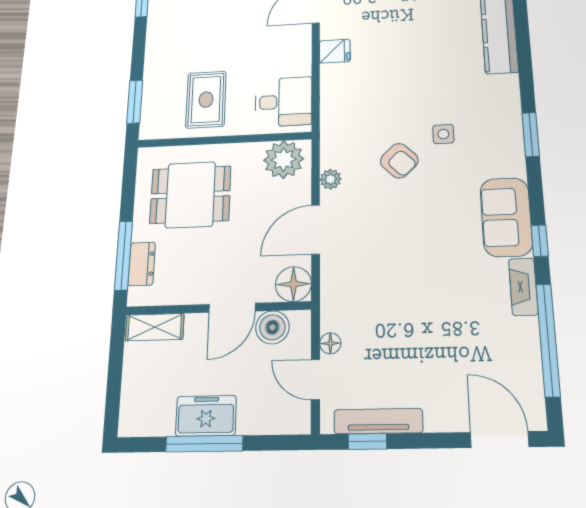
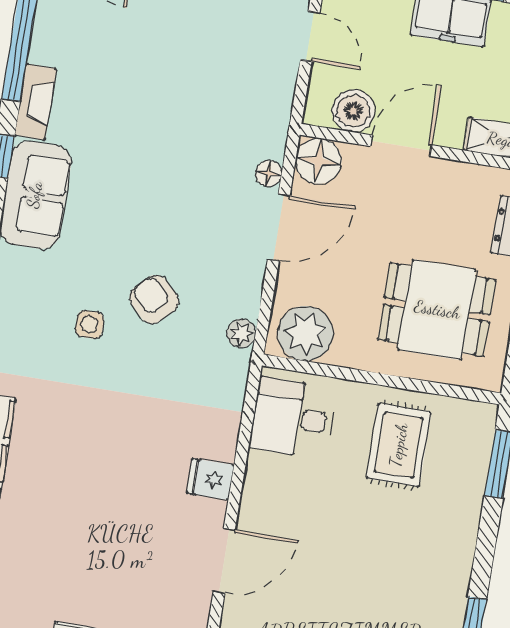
plant: (331, 179) -> (241, 333), moved
floor lamp: (330, 343) -> (269, 173), moved

